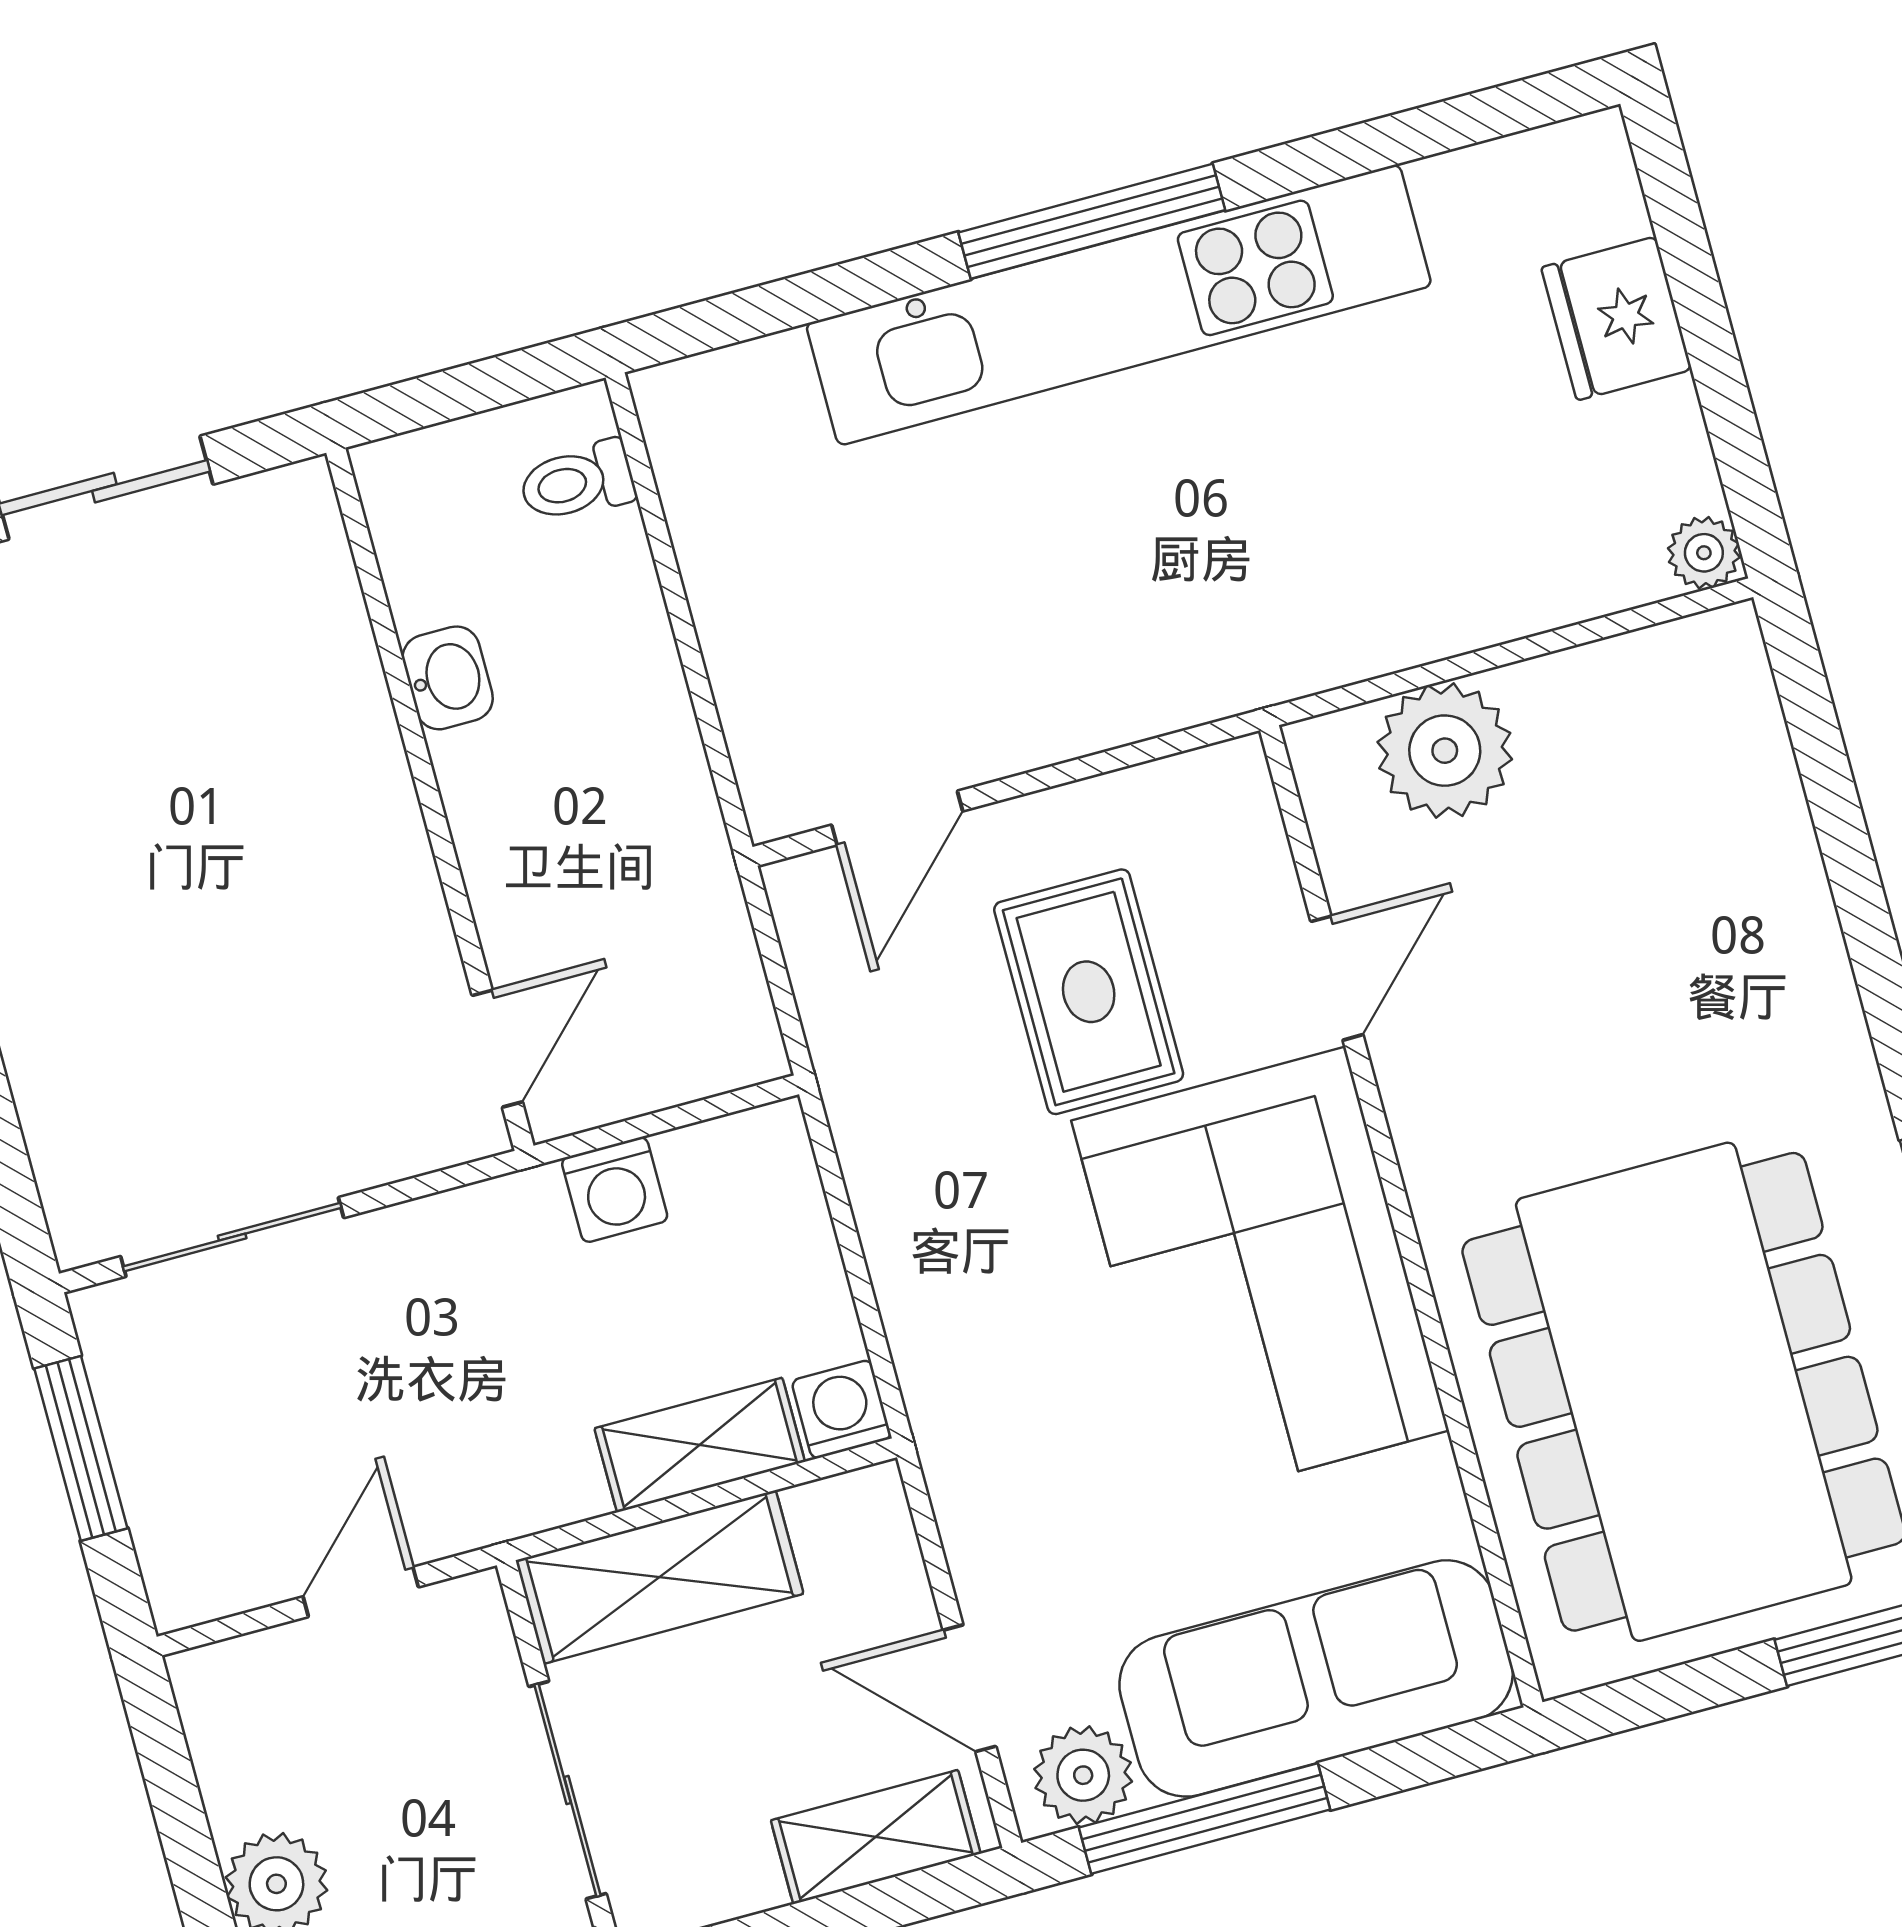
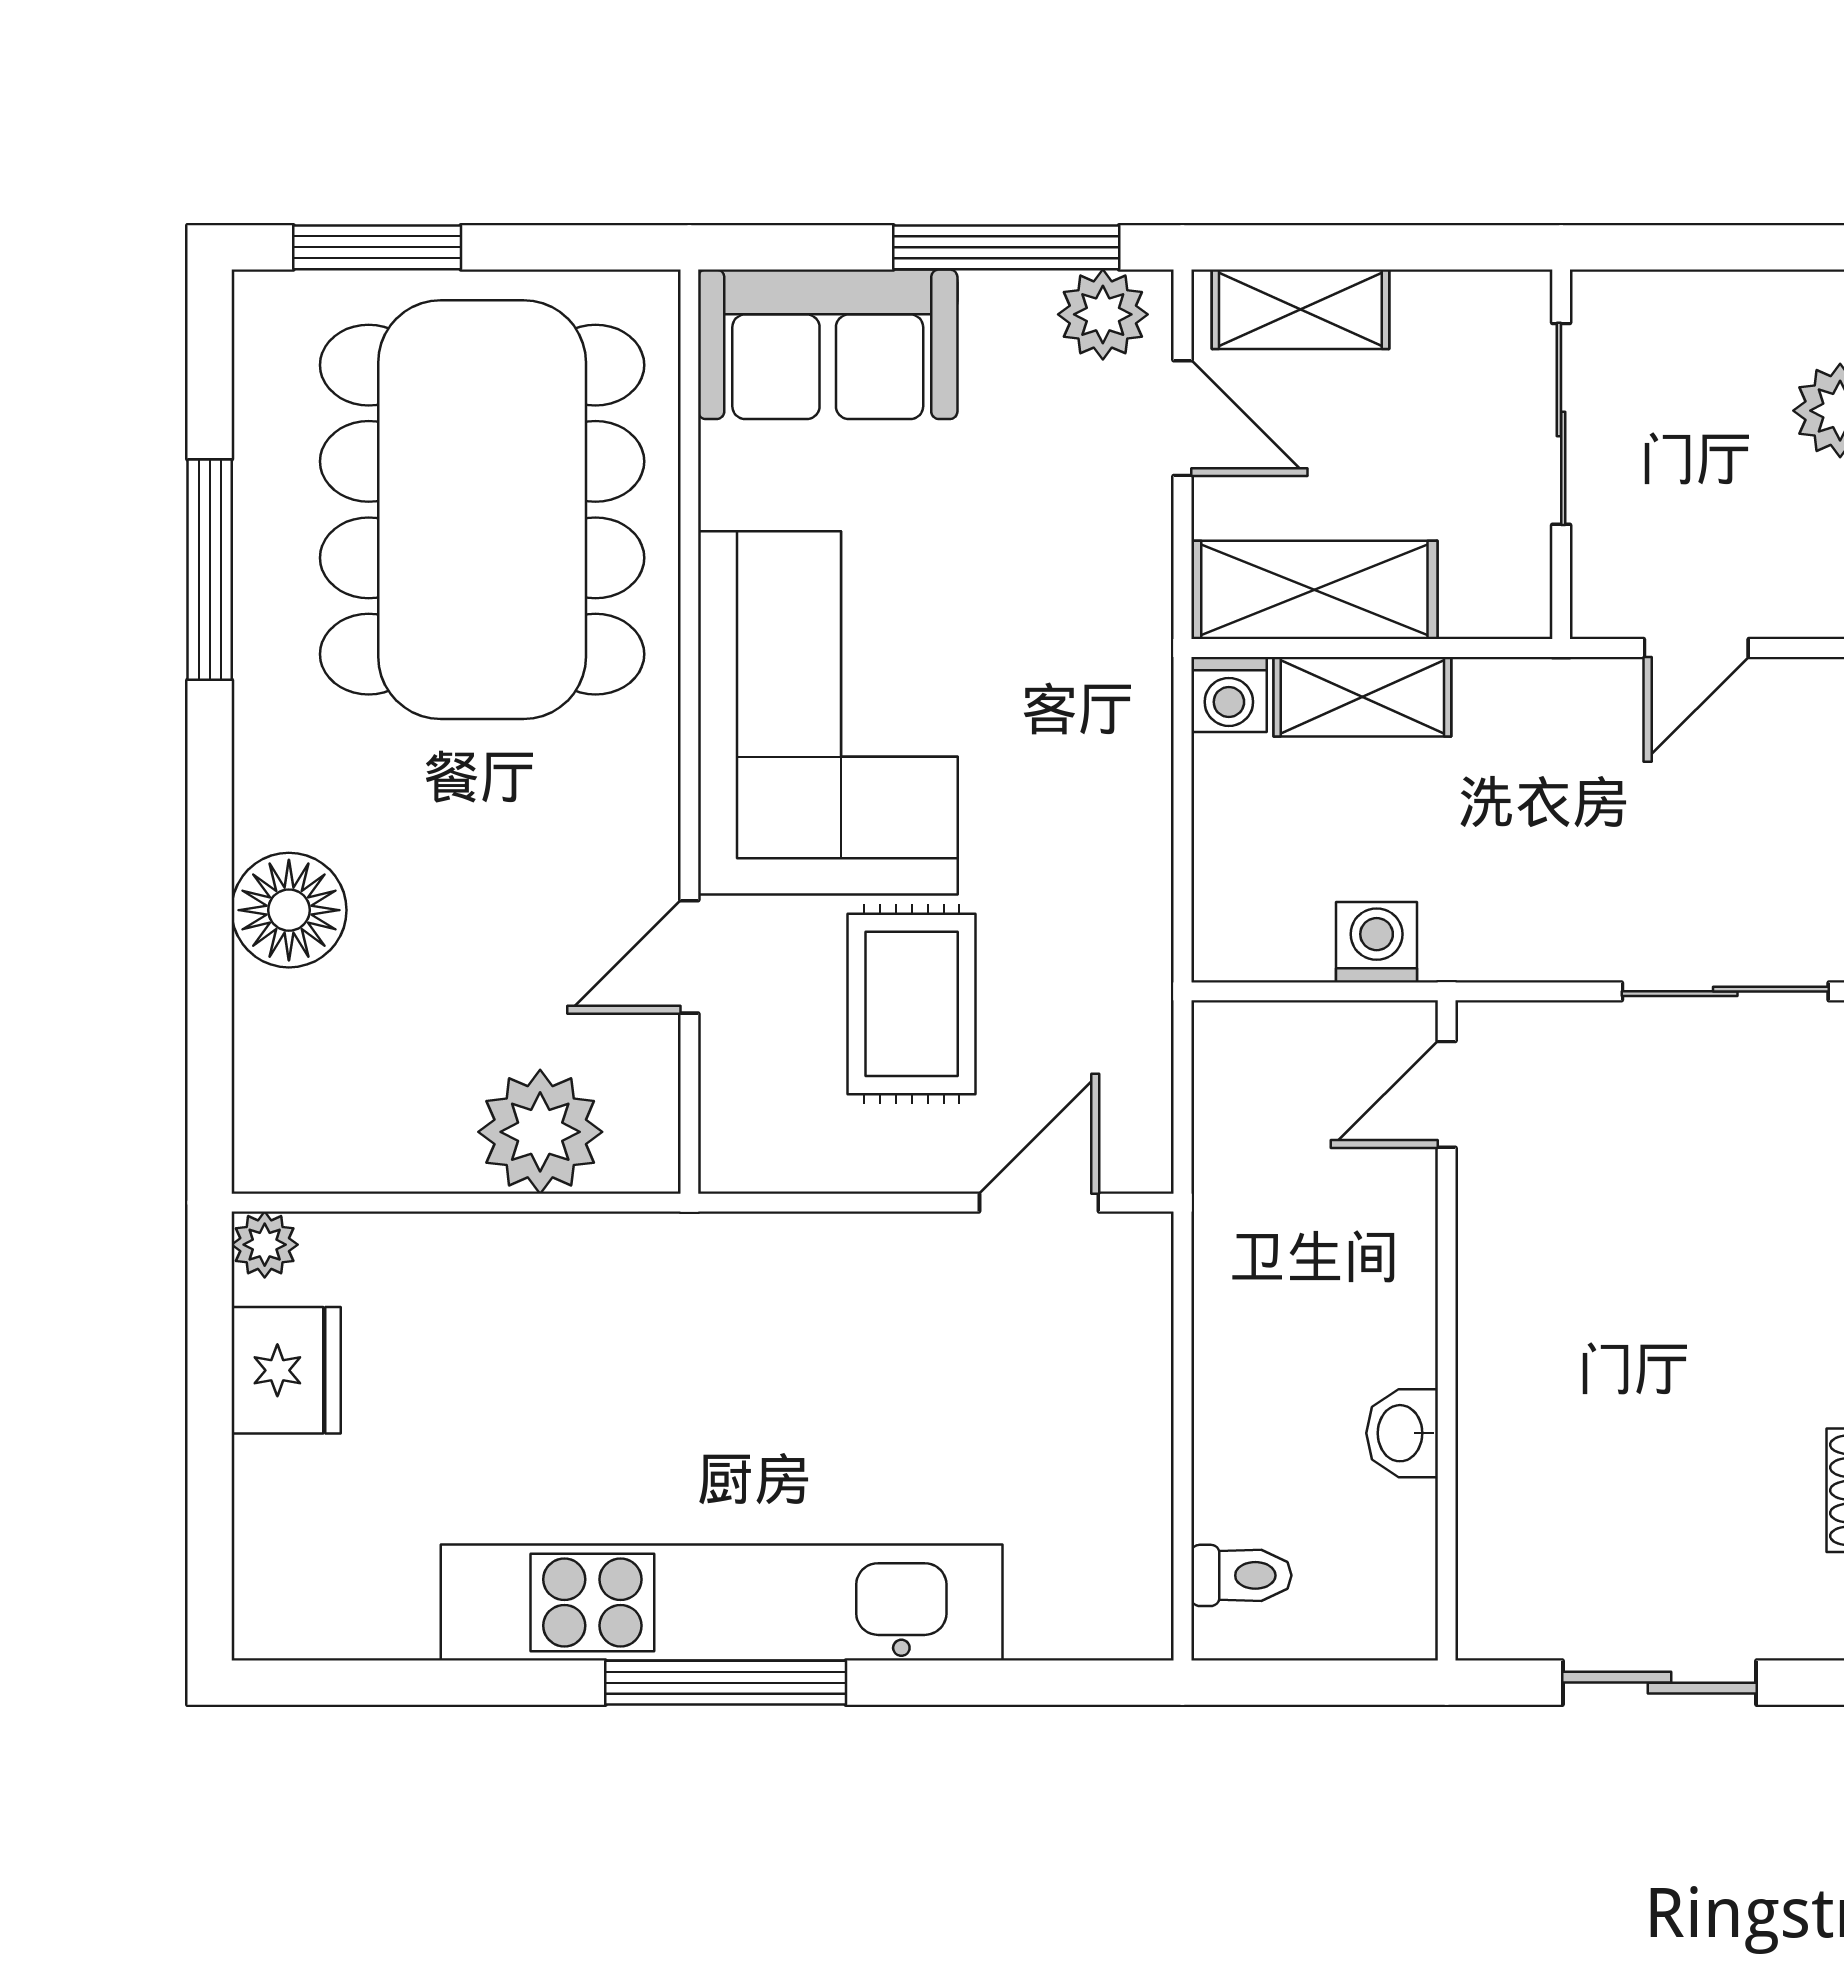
fridge: (1616, 318) -> (286, 1370), moved
floor lamp: (1774, 913) -> (289, 910), added
shelving: (660, 1577) -> (1314, 590), moved
sofa: (1316, 1678) -> (828, 344), width x0.73

